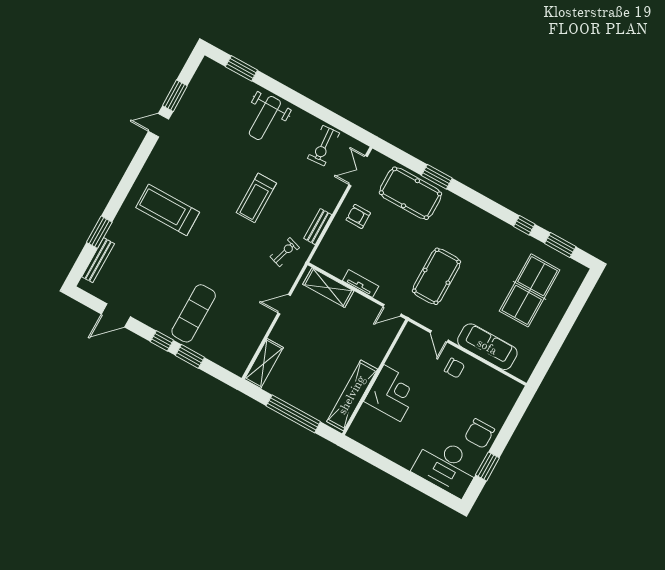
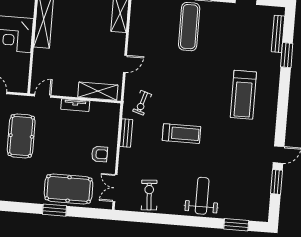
double door: (358, 171) -> (115, 188), swing flipped
treadmill: (256, 198) -> (182, 134), turned 90
treadmill: (168, 210) -> (243, 95), turned 90

